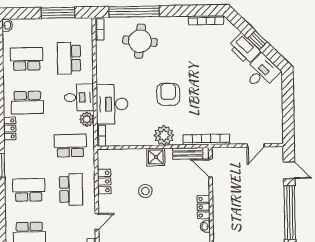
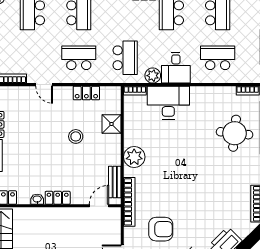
armchair: (168, 94) -> (161, 229), moved
shower: (156, 157) -> (111, 124), moved
school desk: (71, 189) -> (79, 58), turned 180

